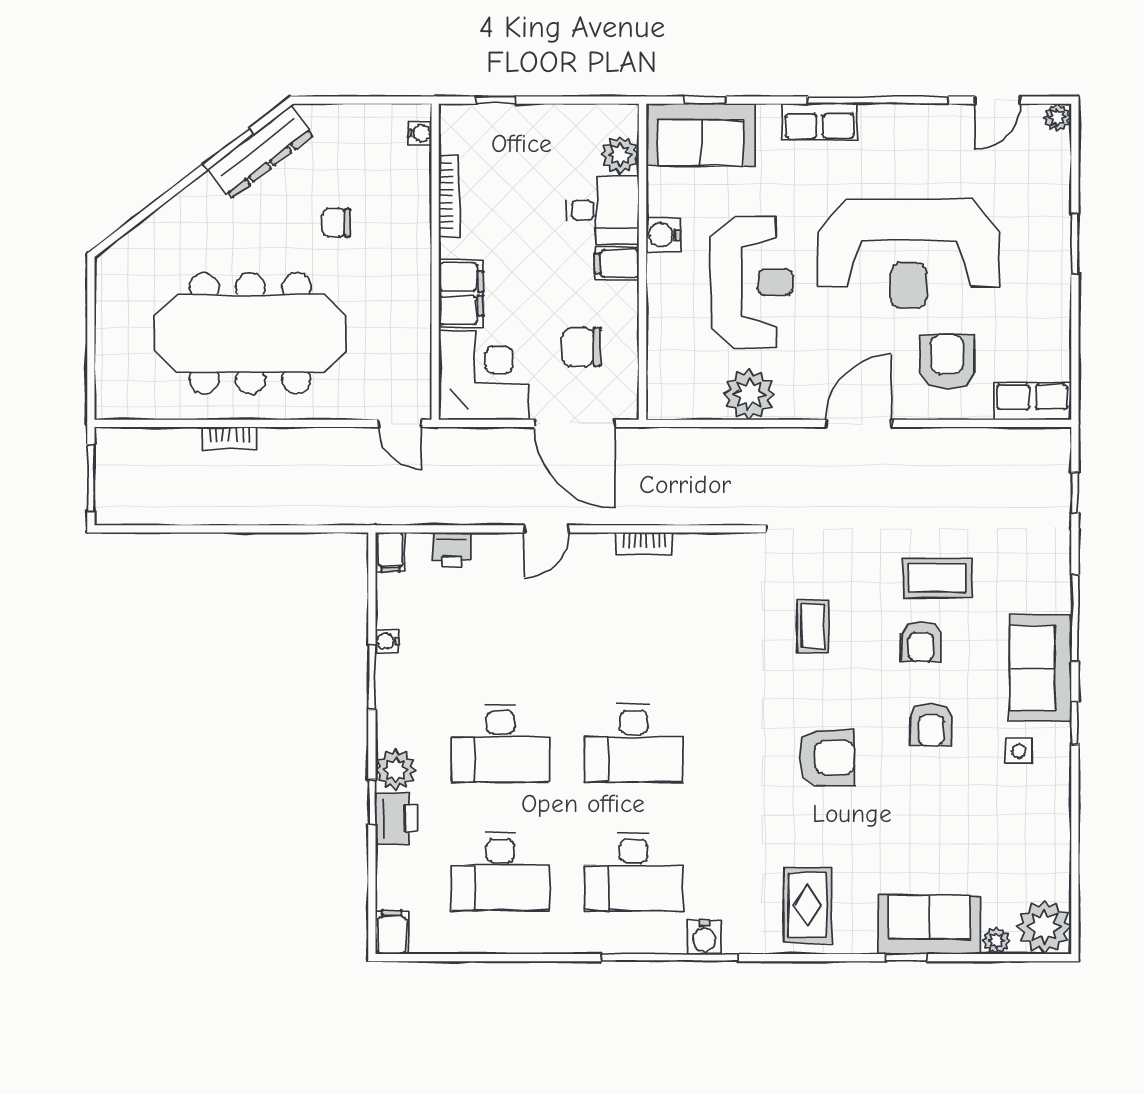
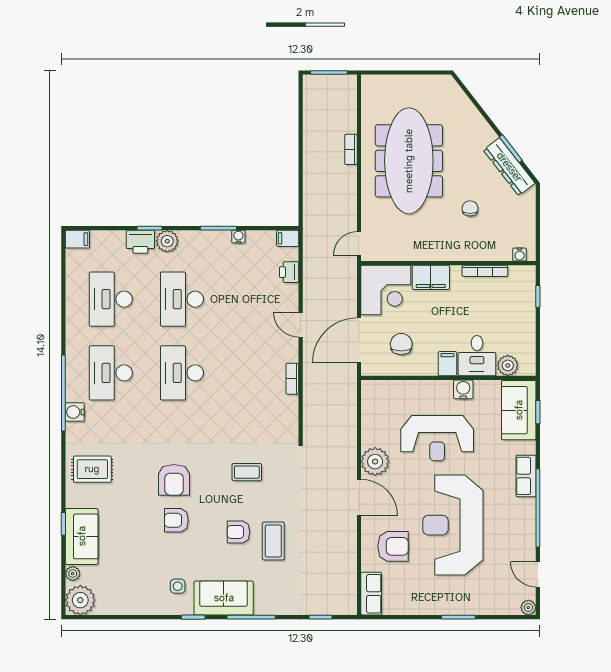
plant: (749, 394) -> (375, 462), moved
armchair: (931, 725) -> (176, 520), moved

